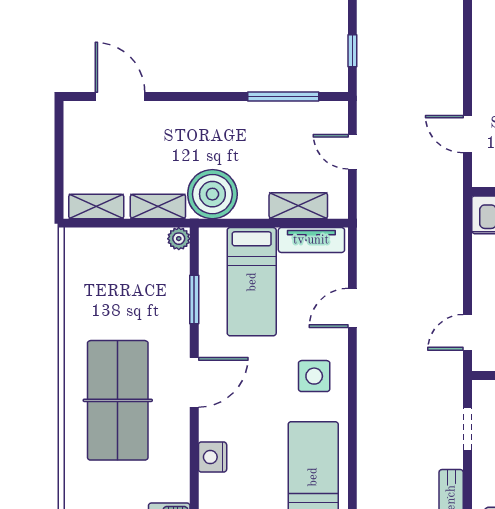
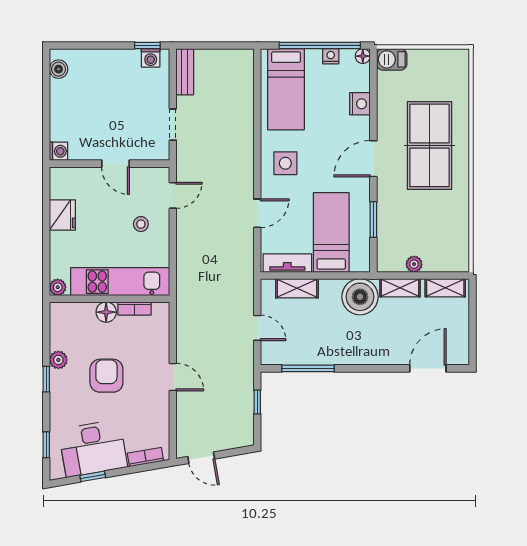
door: (120, 97) -> (428, 368), swing flipped
door: (467, 134) -> (173, 377), moved
plant: (179, 239) -> (414, 264), moved

